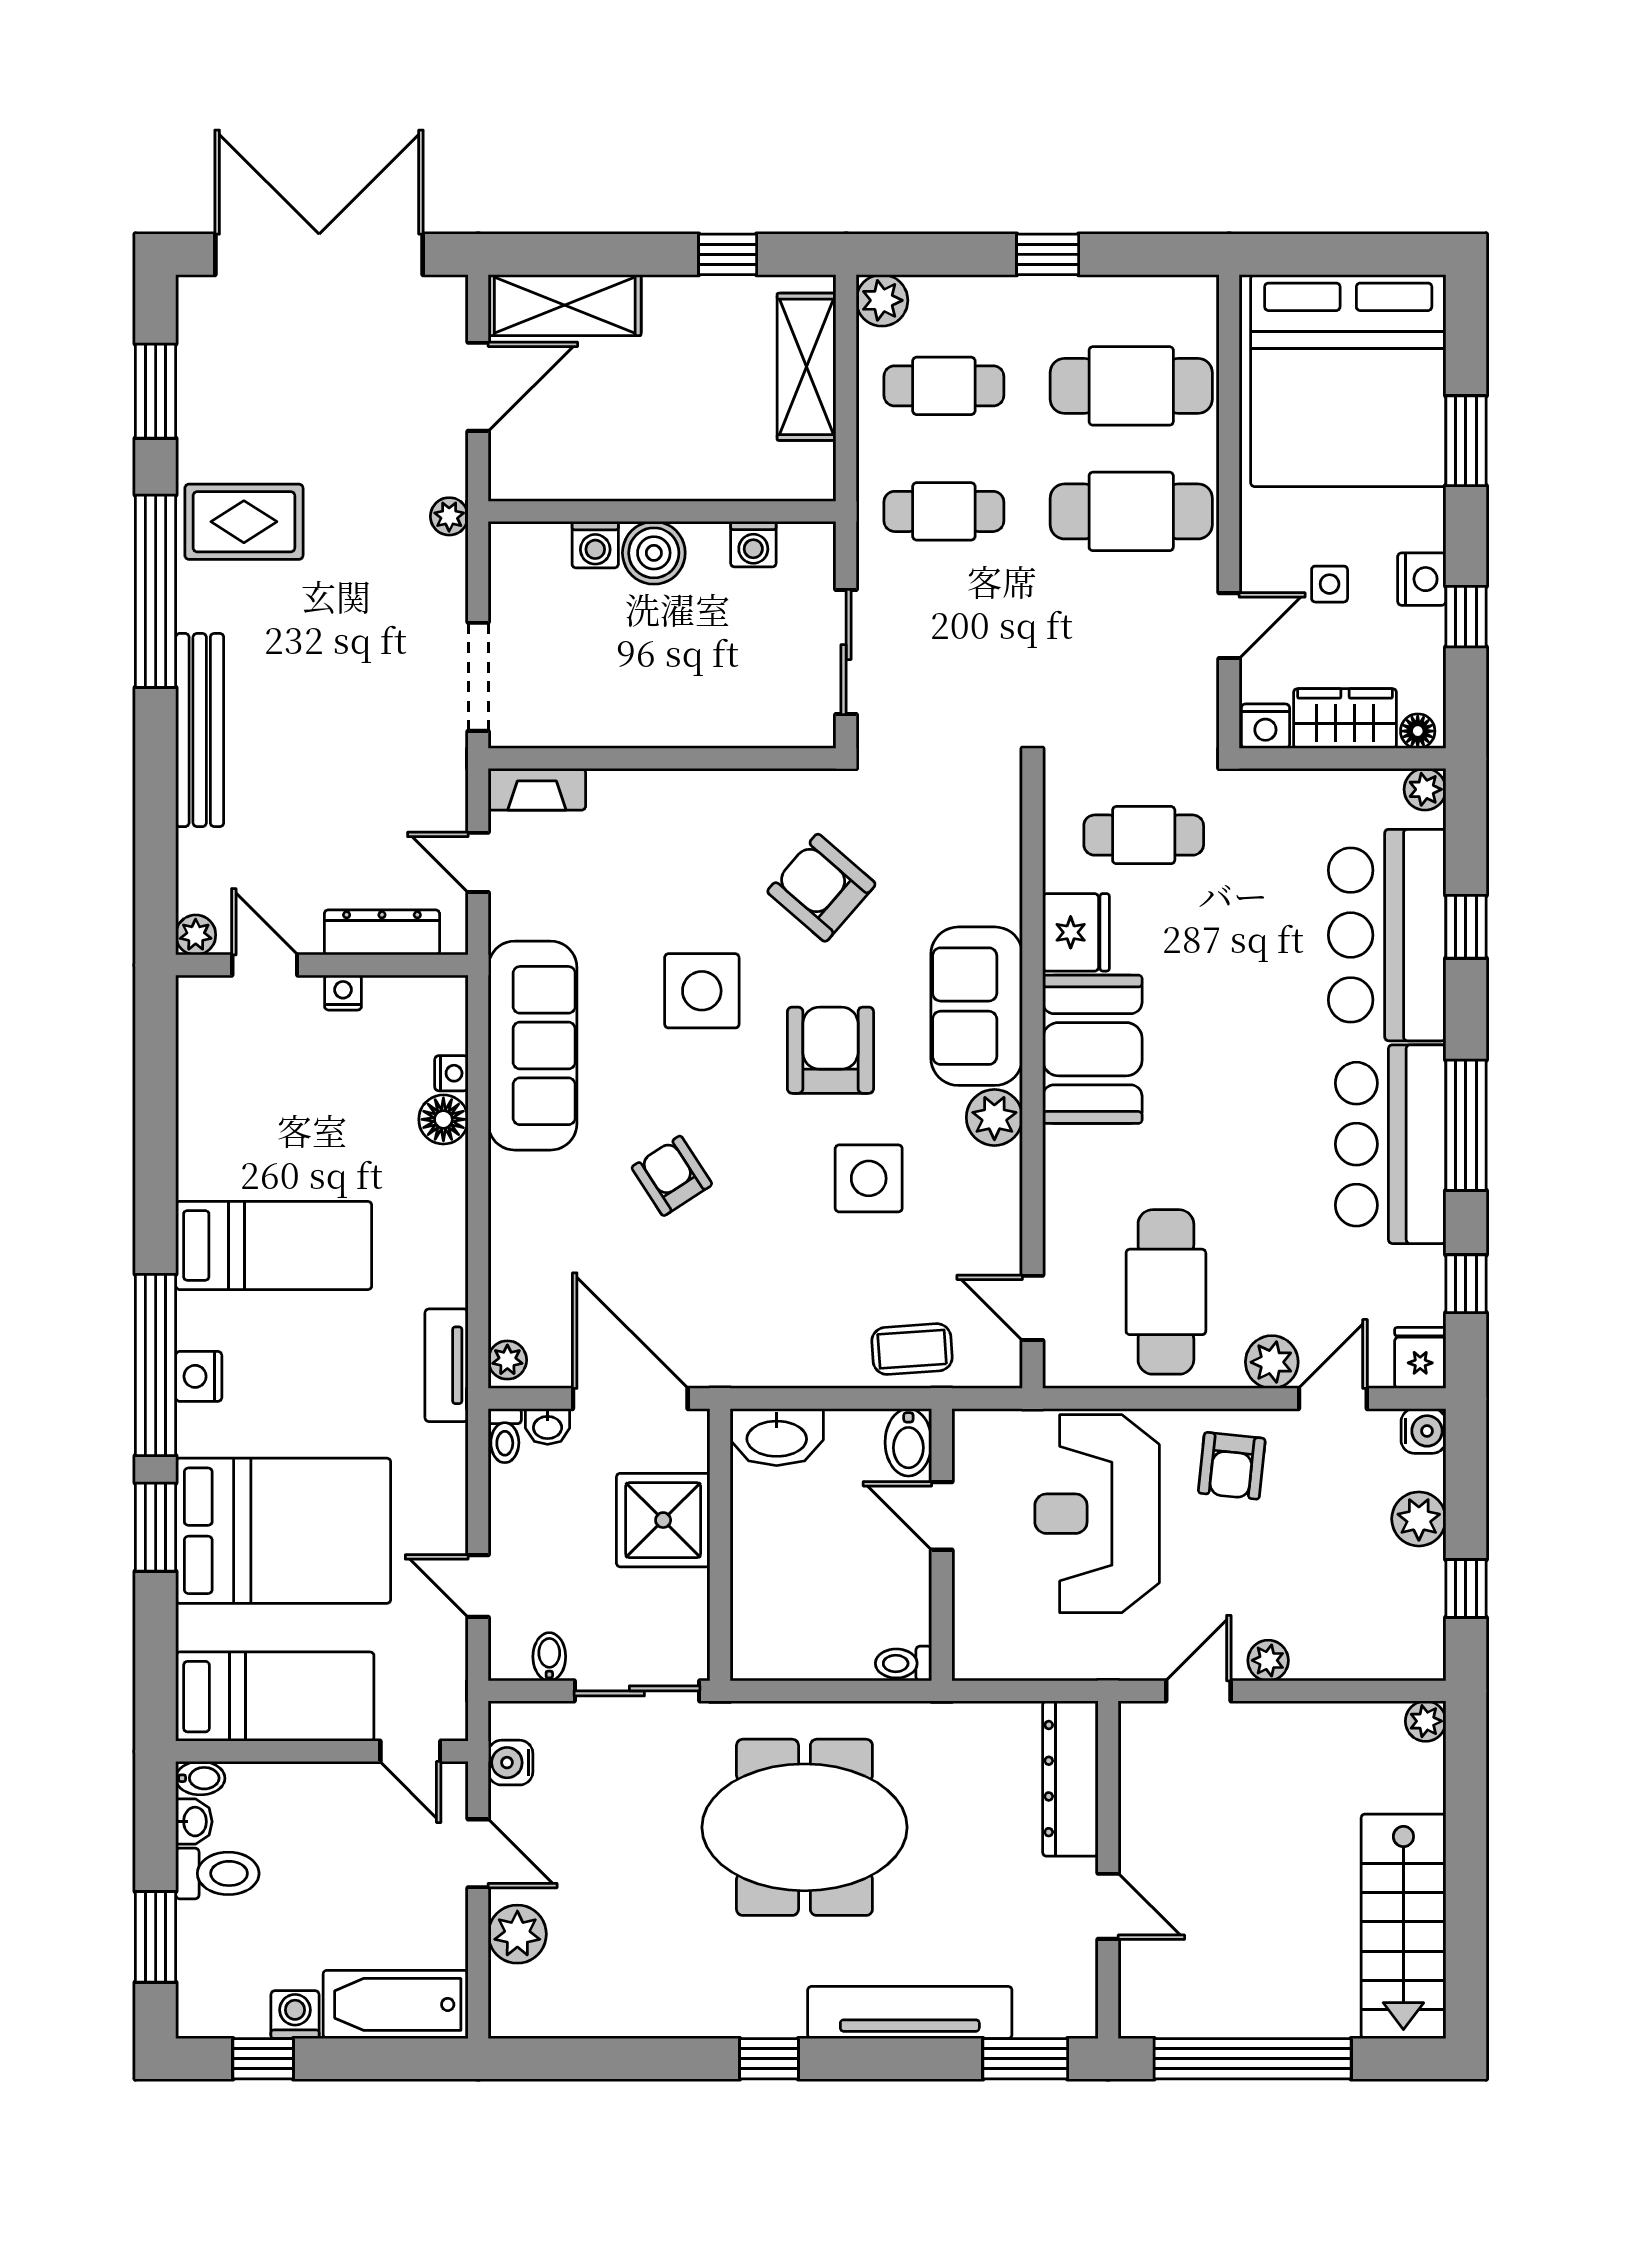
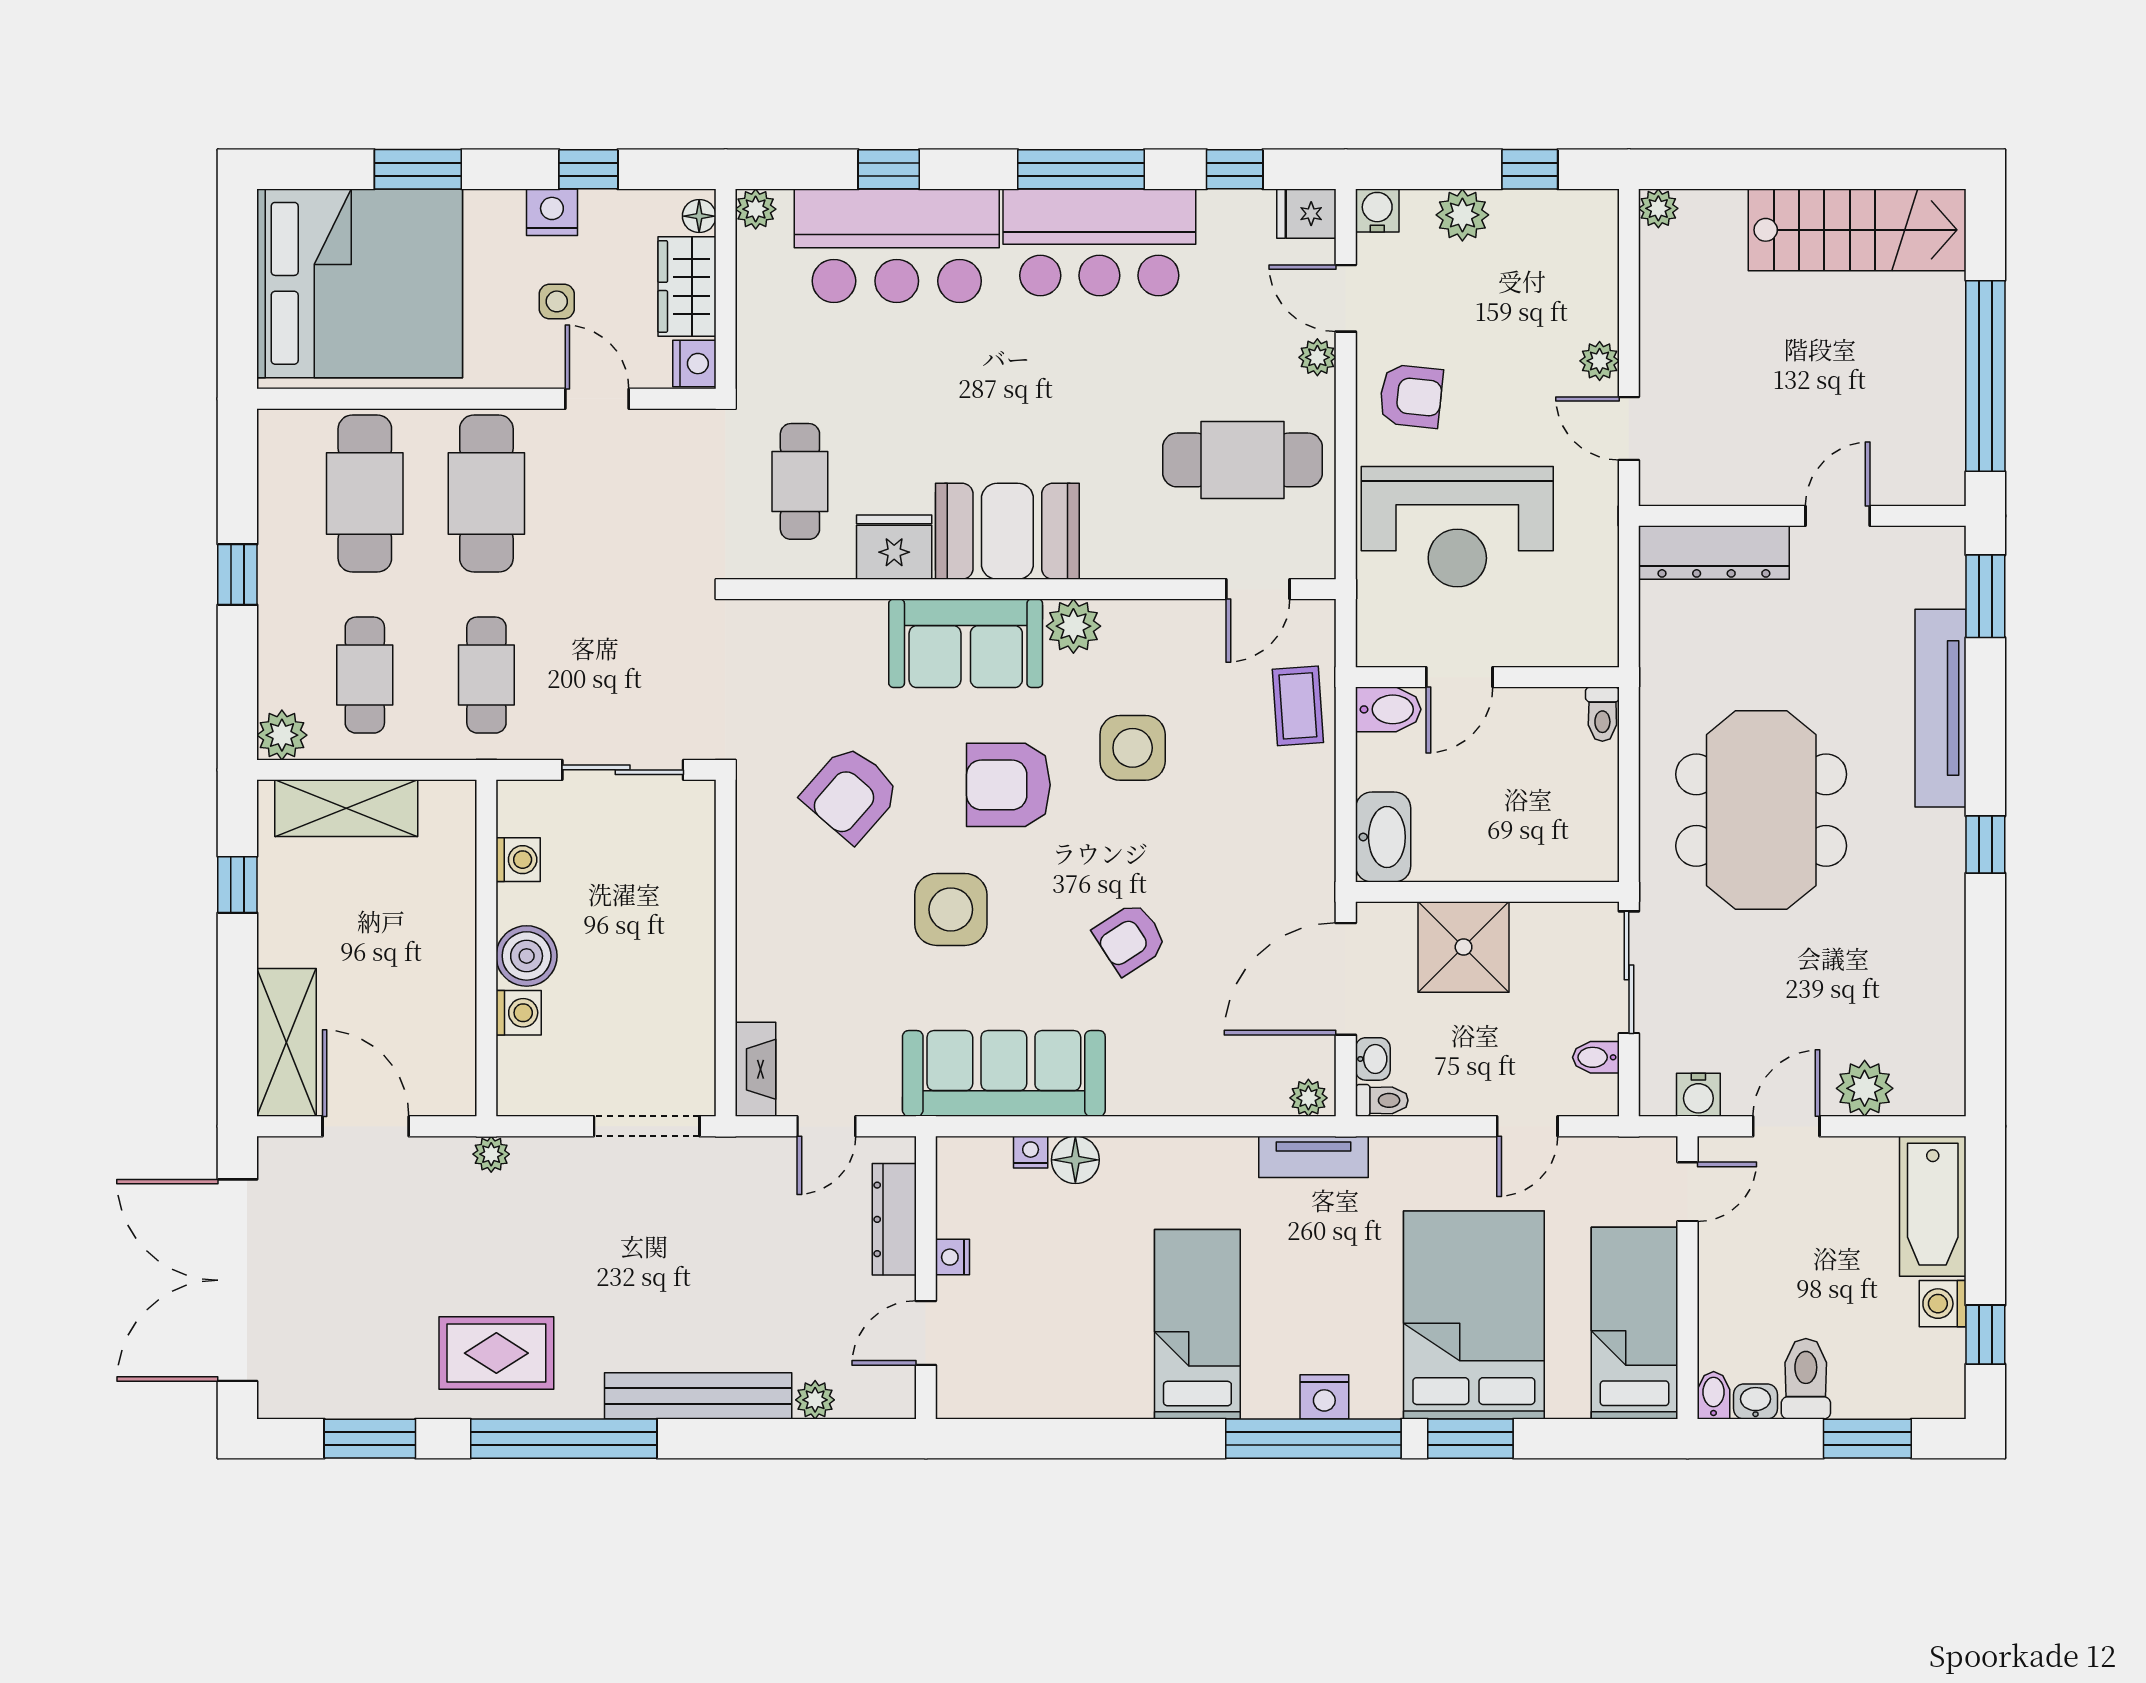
rug: (244, 522) -> (496, 1353), turned 90
plant: (196, 935) -> (815, 1400), moved
plant: (1272, 1362) -> (1317, 357), width x0.73, depth x0.73

